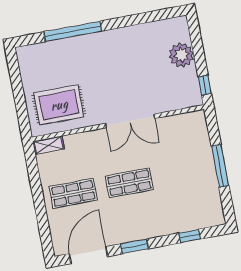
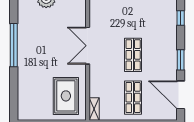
window: (73, 31) -> (14, 45), moved
double door: (130, 121) -> (88, 46), swing flipped

